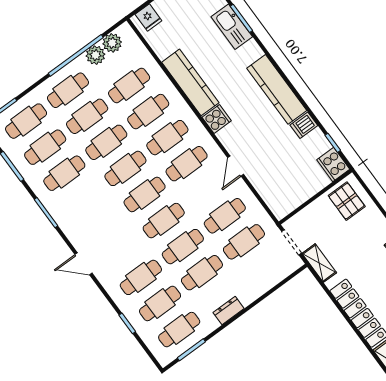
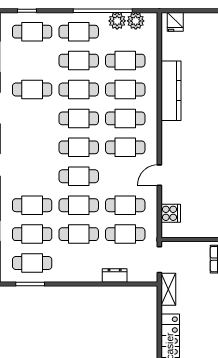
cooker: (217, 119) -> (171, 213), moved
cafe table: (45, 147) -> (32, 61), removed
dresser: (229, 310) -> (115, 275), moved

